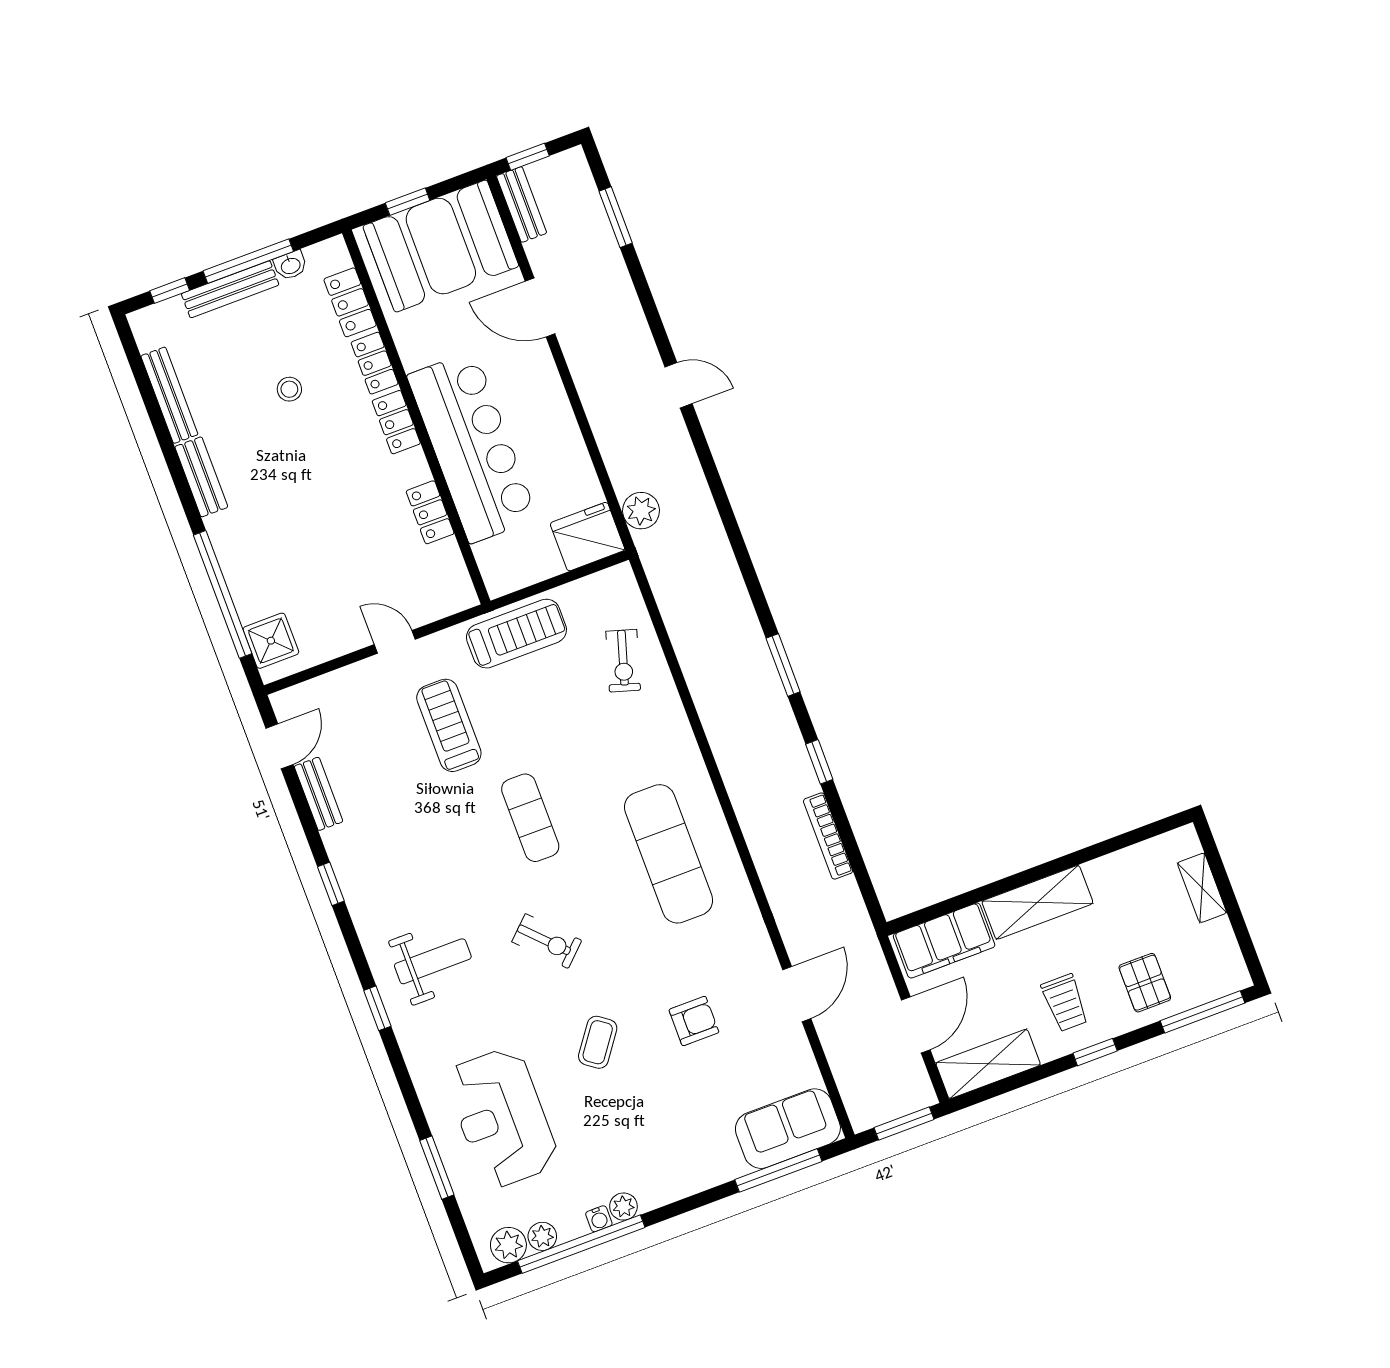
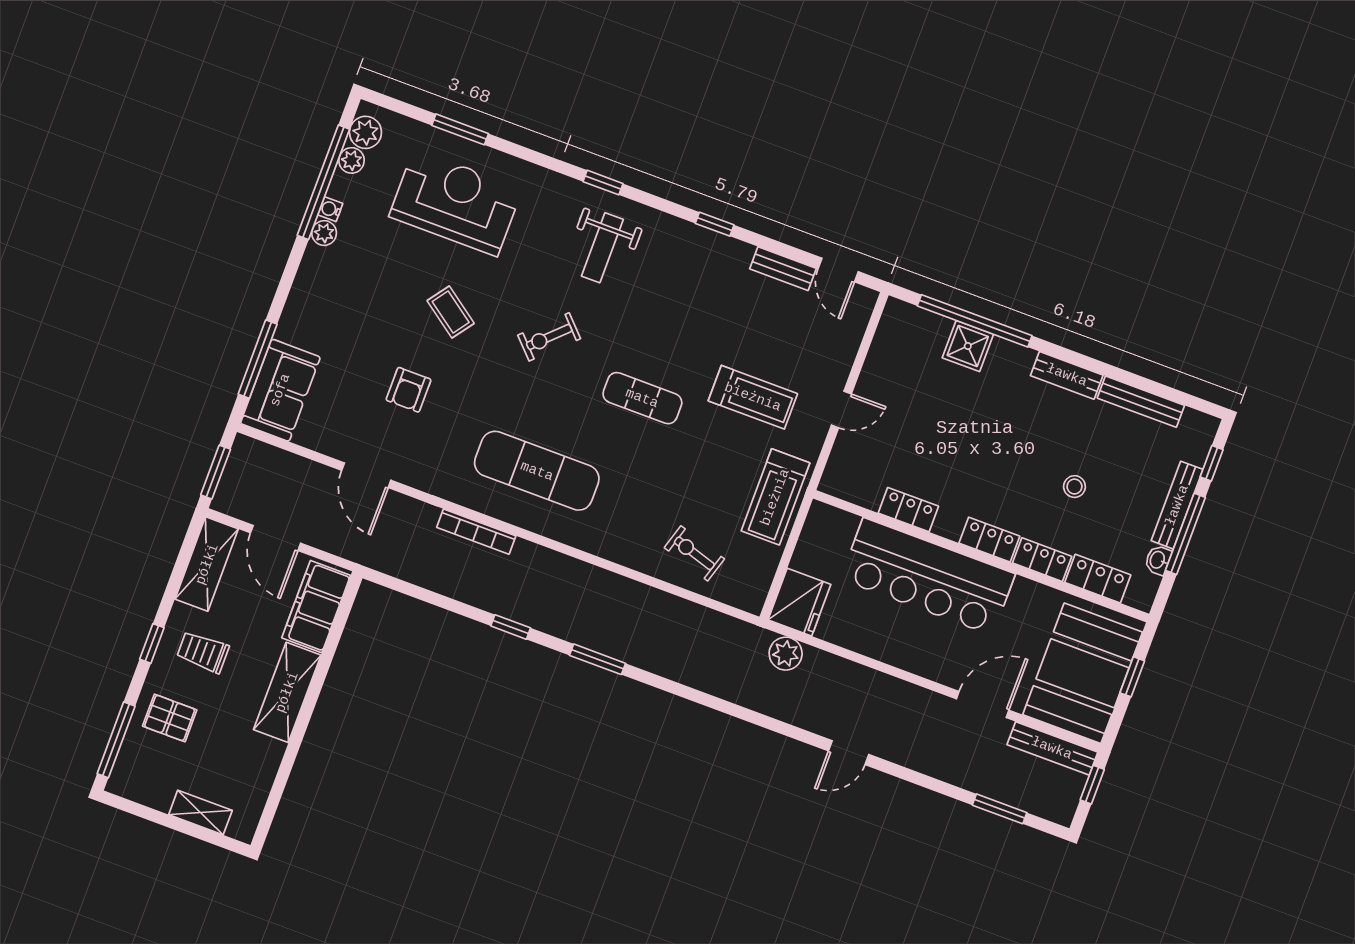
bench: (522, 204) -> (1052, 748), width x1.36
shower: (271, 641) -> (968, 346), moved
bookcase: (828, 836) -> (476, 532), moved, turned 180

